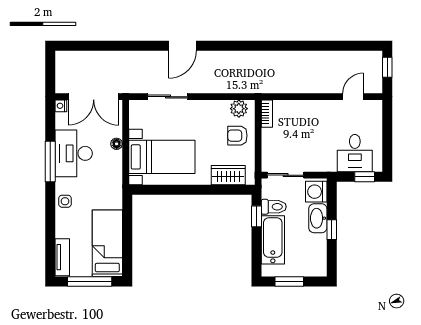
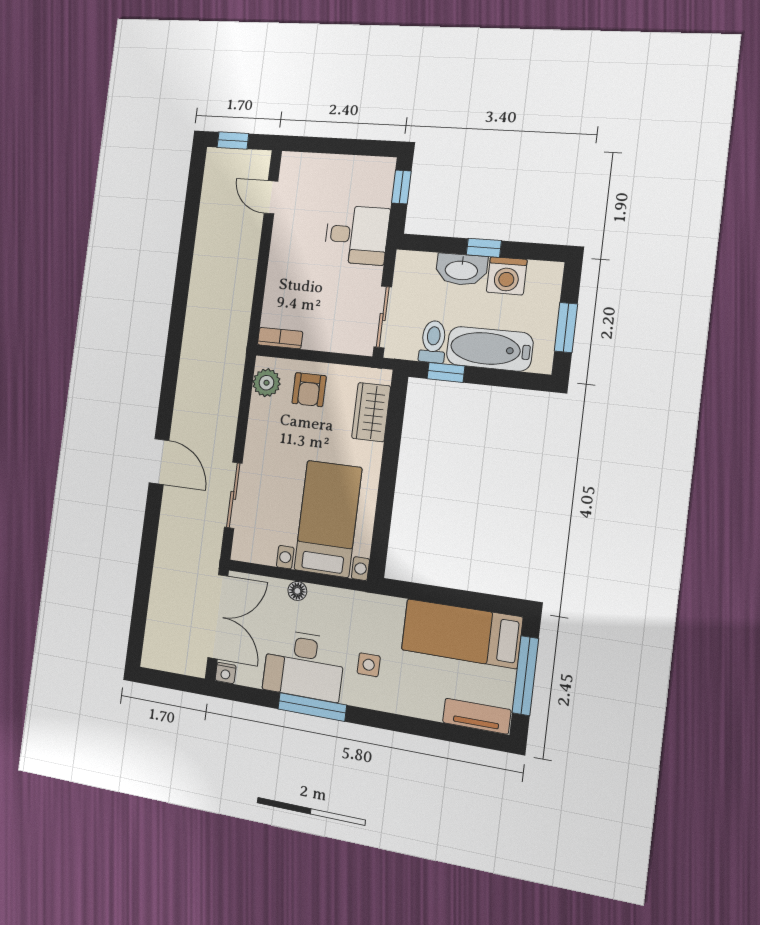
desk: (355, 153) -> (357, 235), moved
washing machine: (316, 192) -> (507, 276), moved
side table: (65, 201) -> (369, 665), moved

